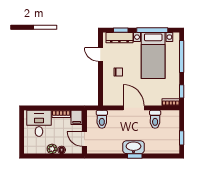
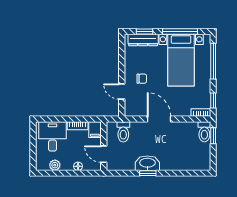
door: (100, 54) -> (122, 92), moved
toilet: (155, 119) -> (204, 132), moved
window: (182, 138) -> (213, 136), moved
washbasin: (133, 147) -> (147, 163), moved
plant: (52, 149) -> (55, 165), moved
window: (135, 156) -> (148, 173), moved

